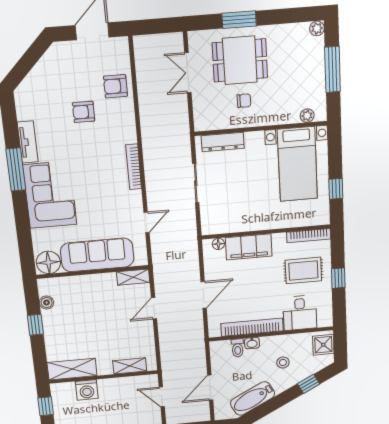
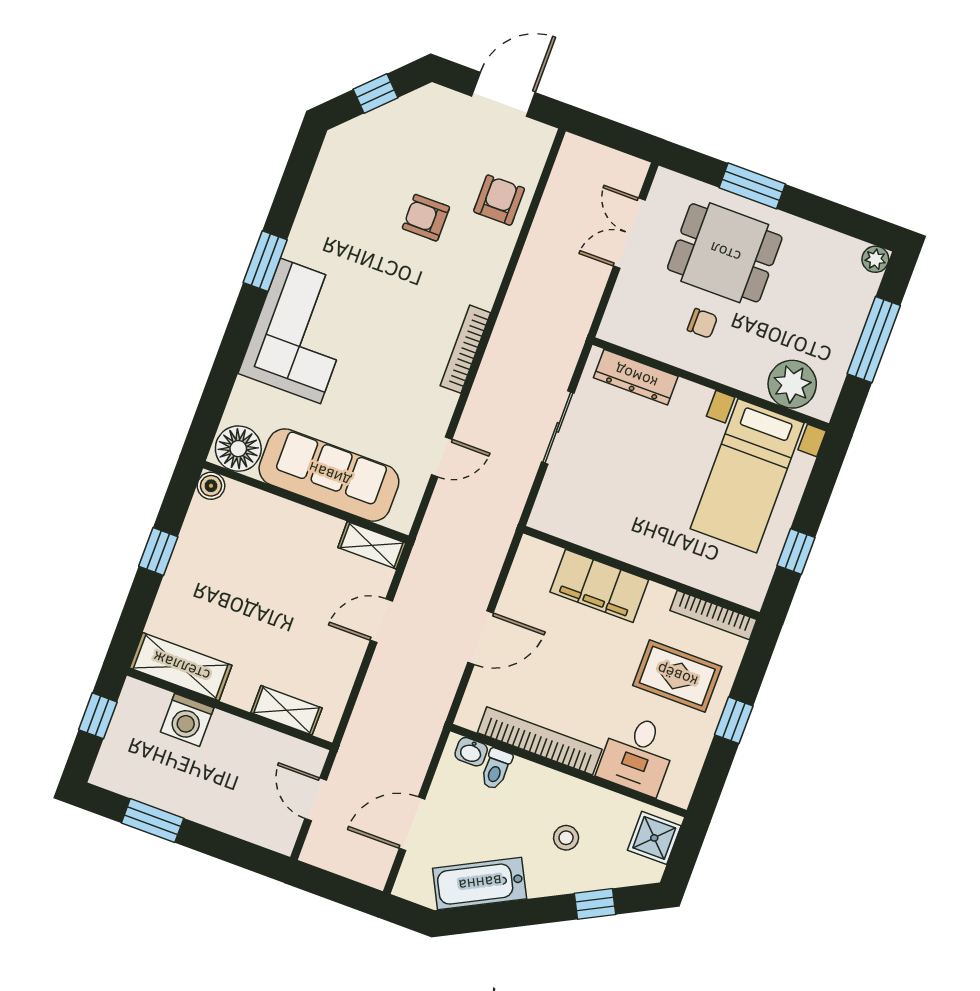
window: (28, 61) -> (375, 94), added
armchair: (115, 86) -> (499, 200), turned 90
plant: (307, 116) -> (792, 384), width x1.88, depth x1.88
tv unit: (28, 142) -> (308, 224), removed
window: (16, 170) -> (265, 261), width x0.69
floor lamp: (218, 244) -> (548, 555), removed
boiler: (47, 303) -> (211, 486), moved
washbasin: (252, 343) -> (471, 752), moved

